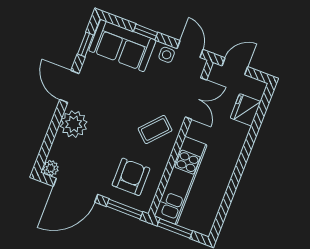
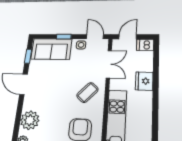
dishwasher: (254, 87) -> (145, 45), added
fridge: (246, 110) -> (144, 81), moved
plant: (74, 124) -> (30, 120), moved

